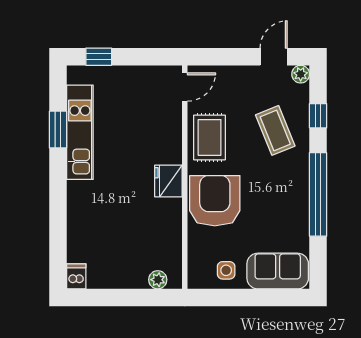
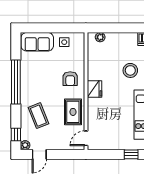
window: (318, 116) -> (16, 134), moved
armchair: (215, 201) -> (70, 79), width x0.53, depth x0.53
stool: (100, 216) -> (130, 70), added

